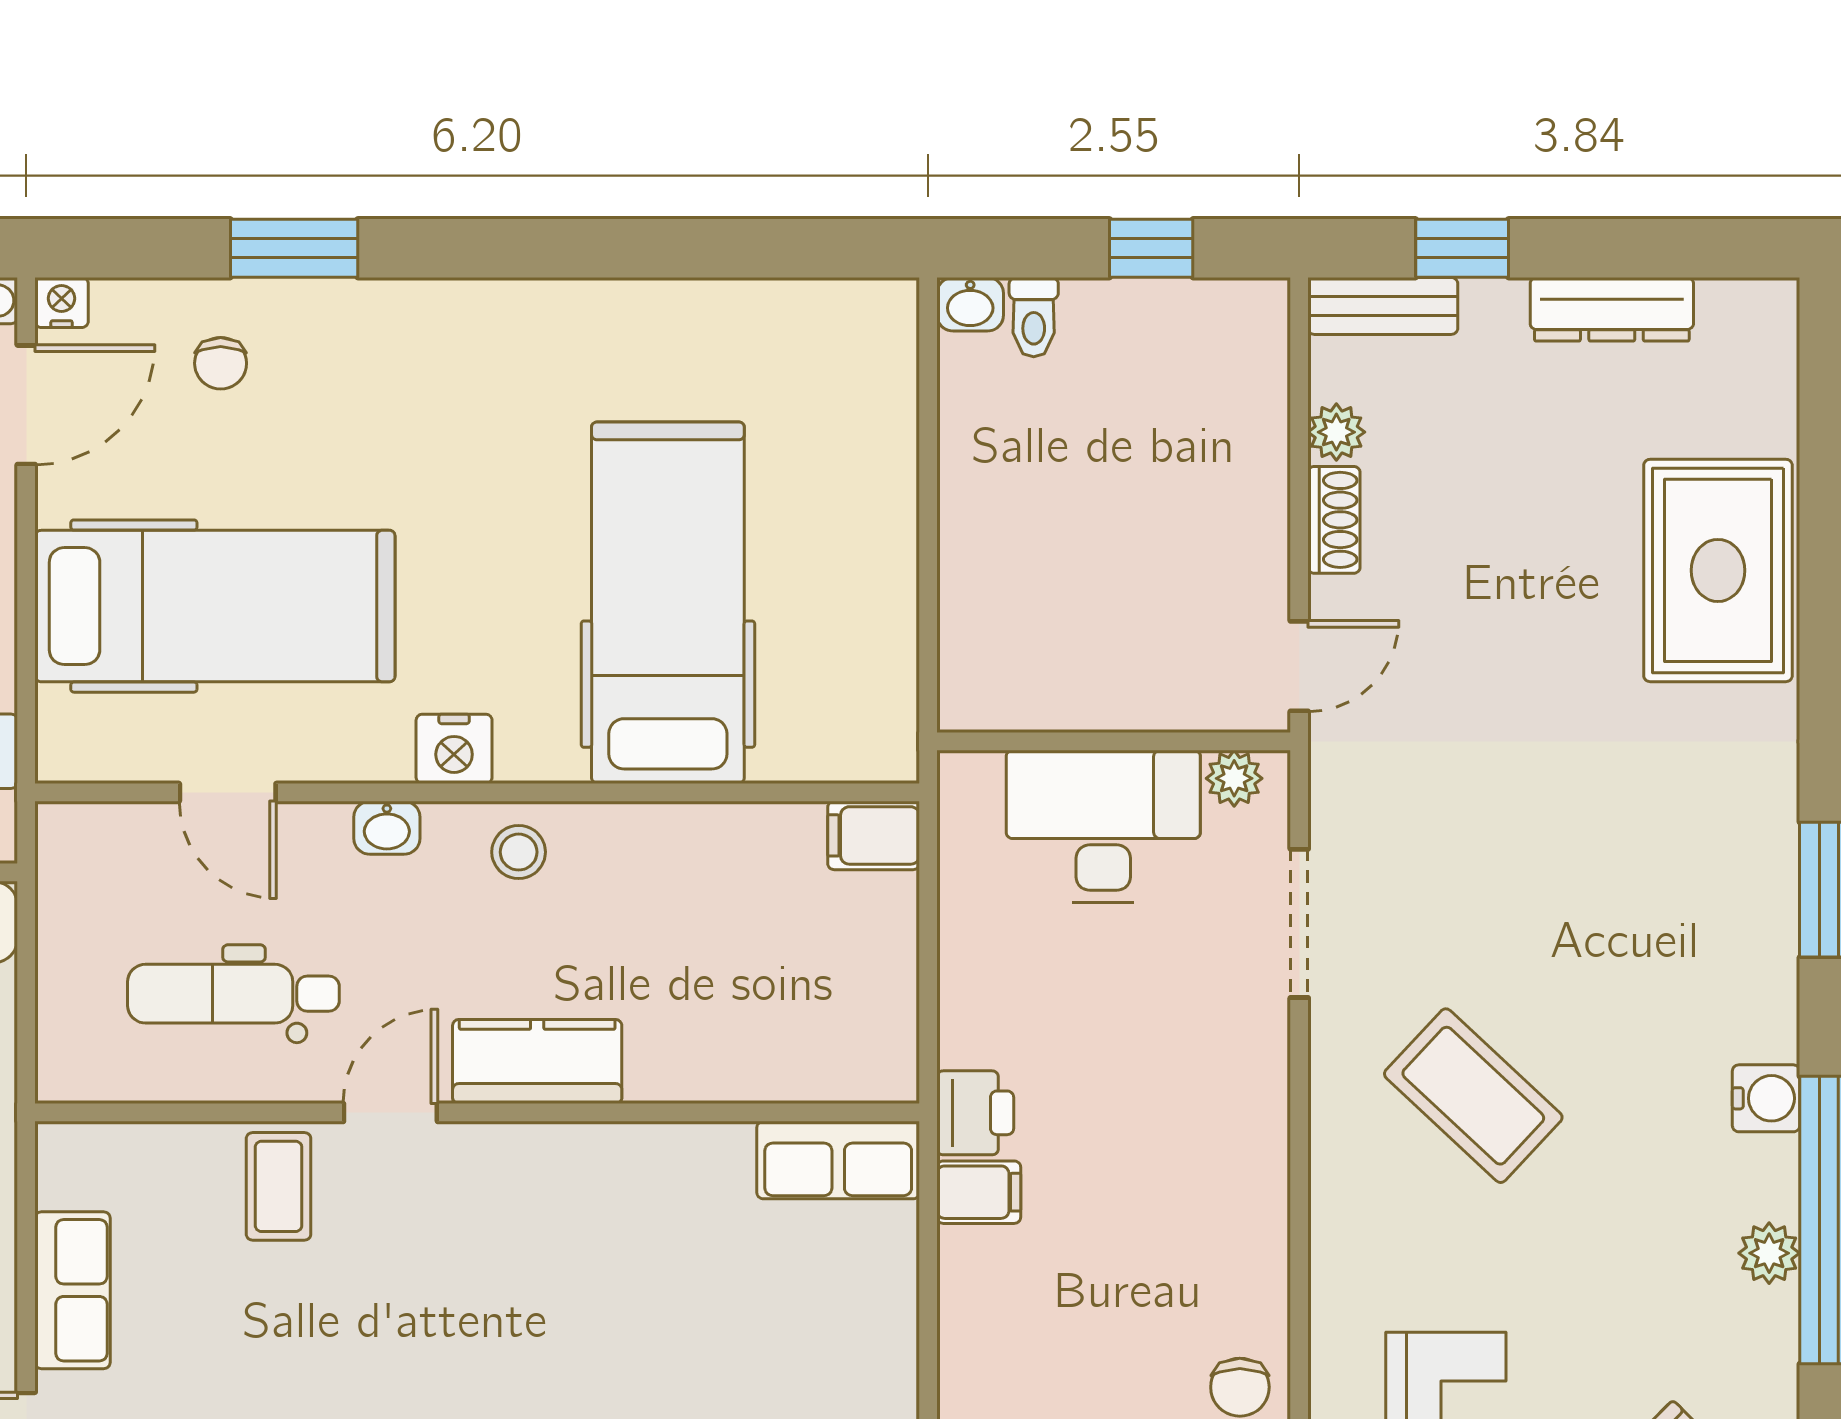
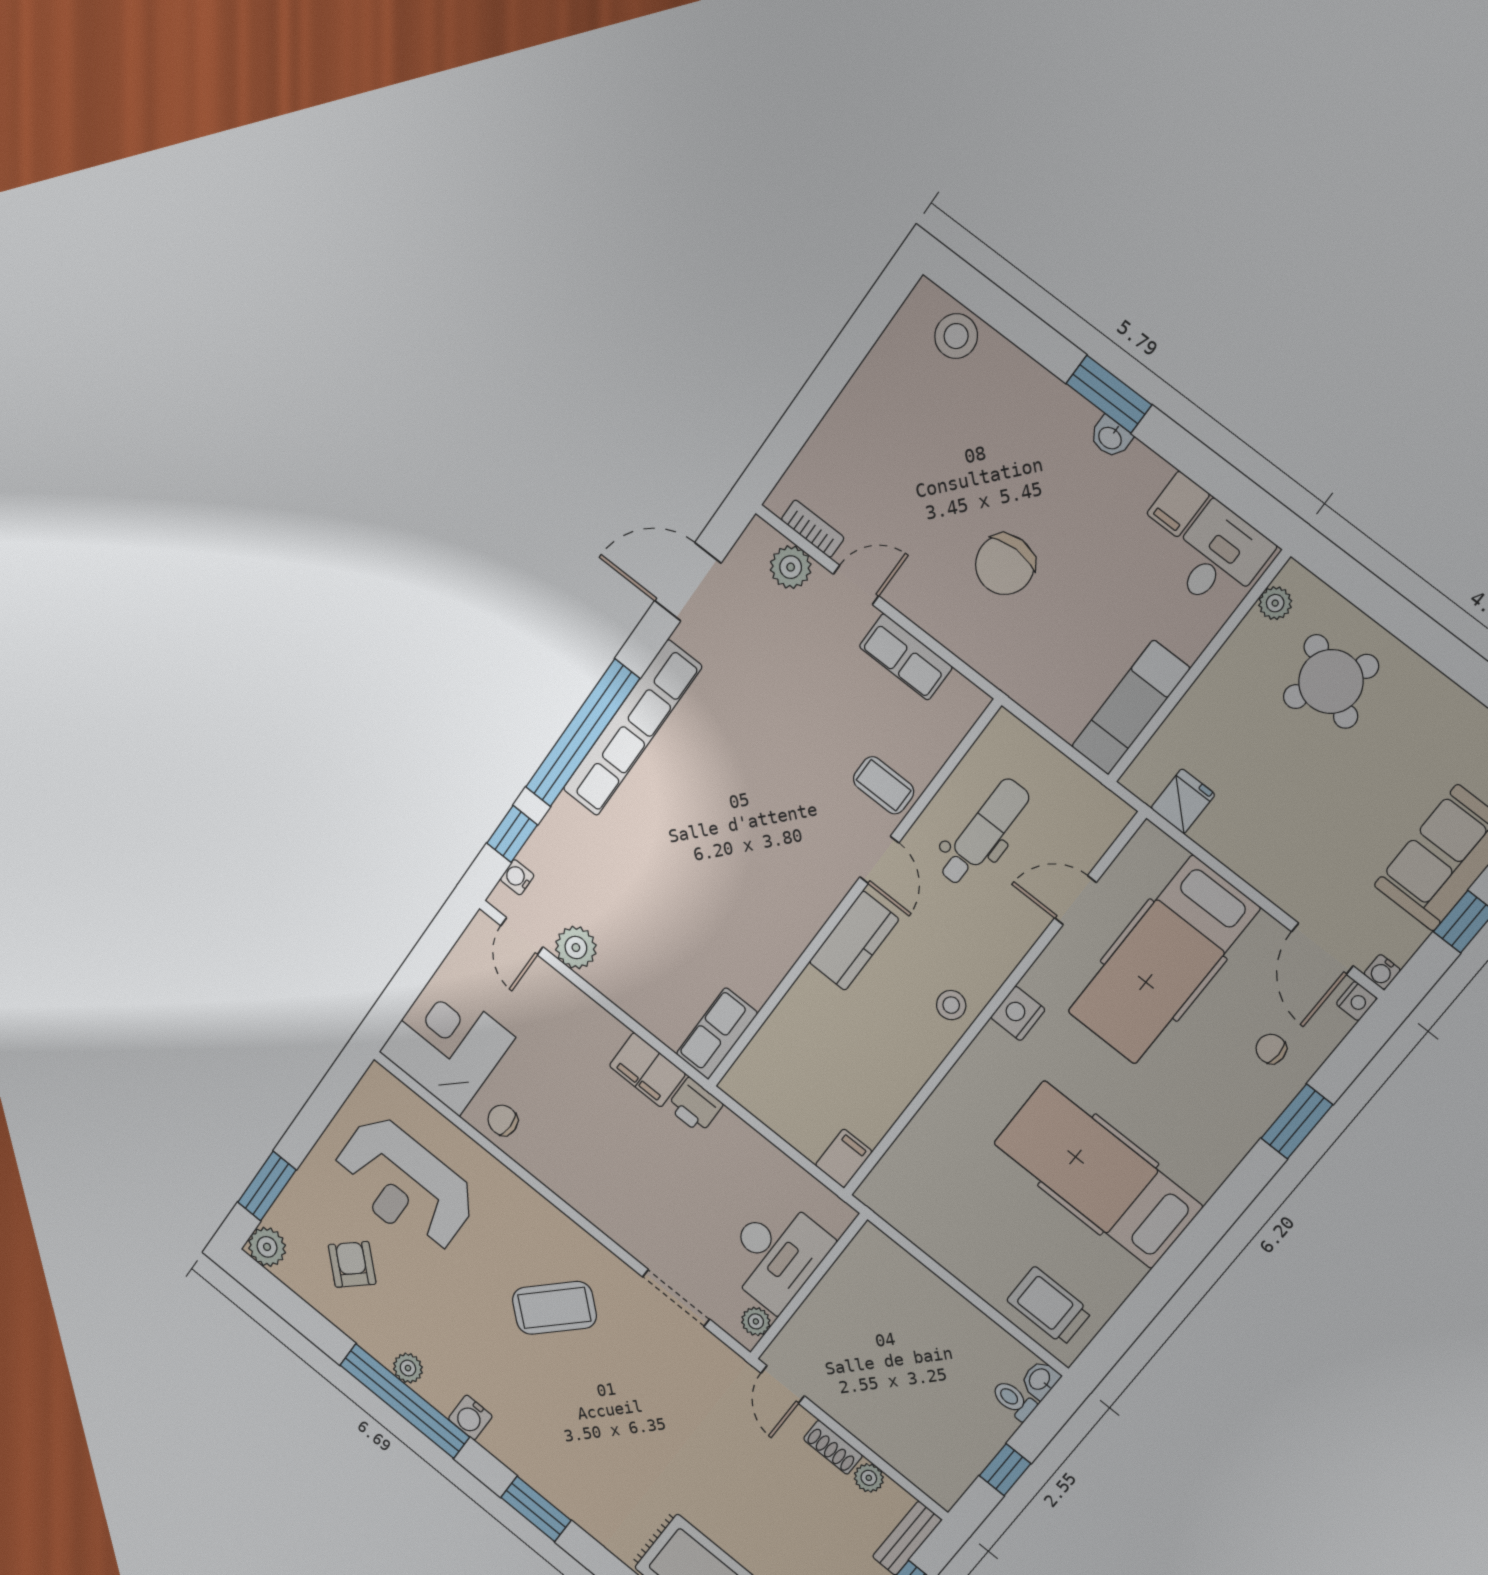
trolley: (848, 376) -> (1049, 1306), added
hospital bed: (668, 603) -> (1098, 1175), moved, turned 180
washbasin: (387, 828) -> (1006, 957), removed
filing cabinet: (979, 1192) -> (647, 1070), width x2.00

